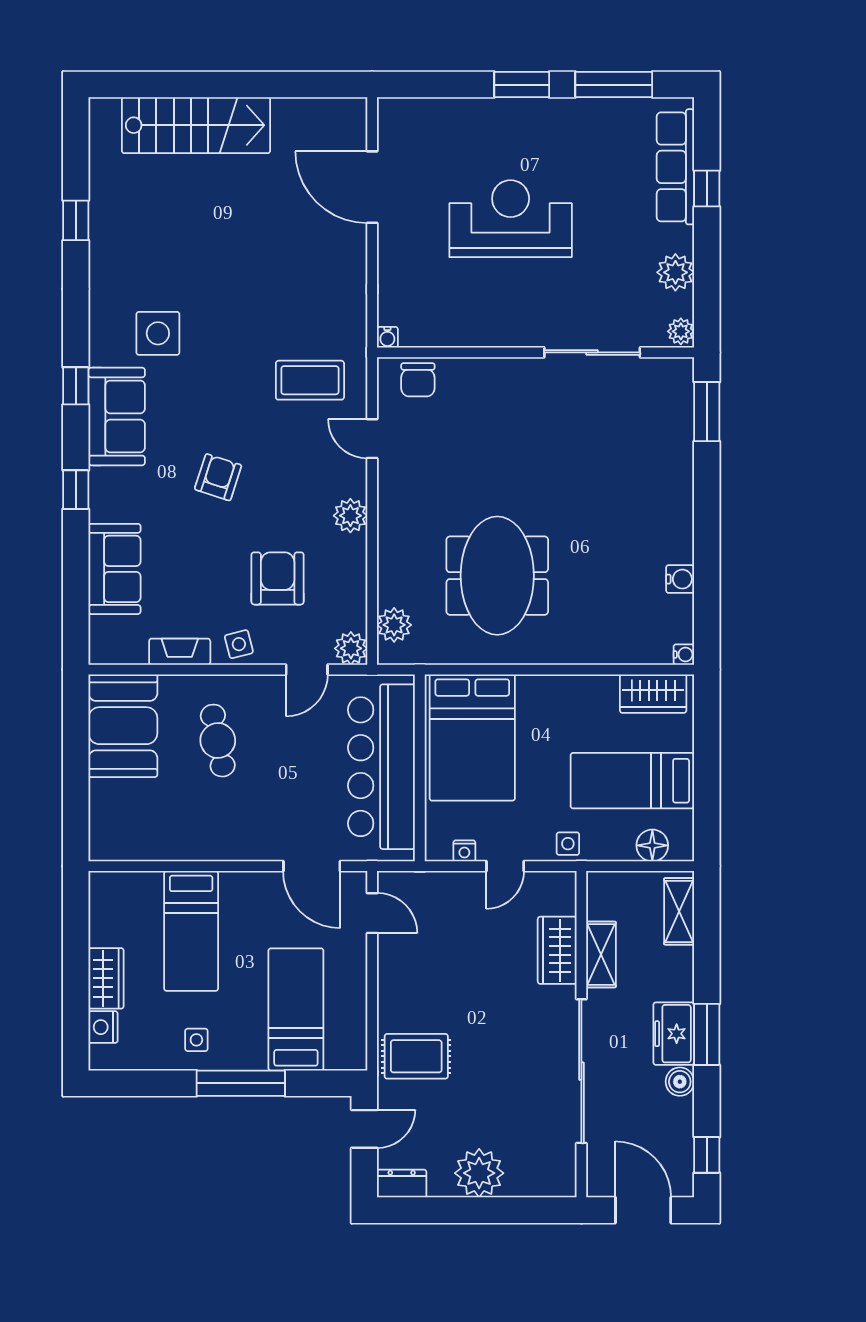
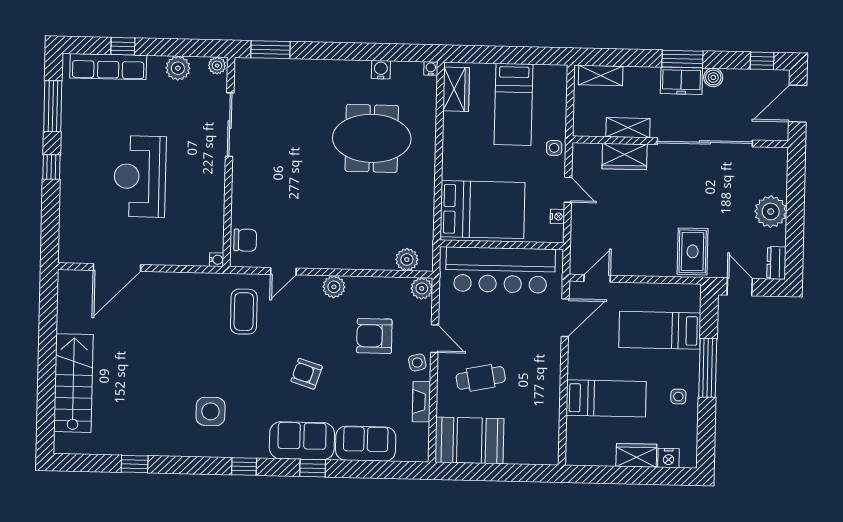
window: (522, 85) -> (51, 167), width x0.67
sofa: (117, 416) -> (302, 441), moved
meeting table: (497, 576) -> (372, 138), moved
door: (307, 670) -> (435, 339), moved
floor lamp: (652, 845) -> (557, 92), removed

